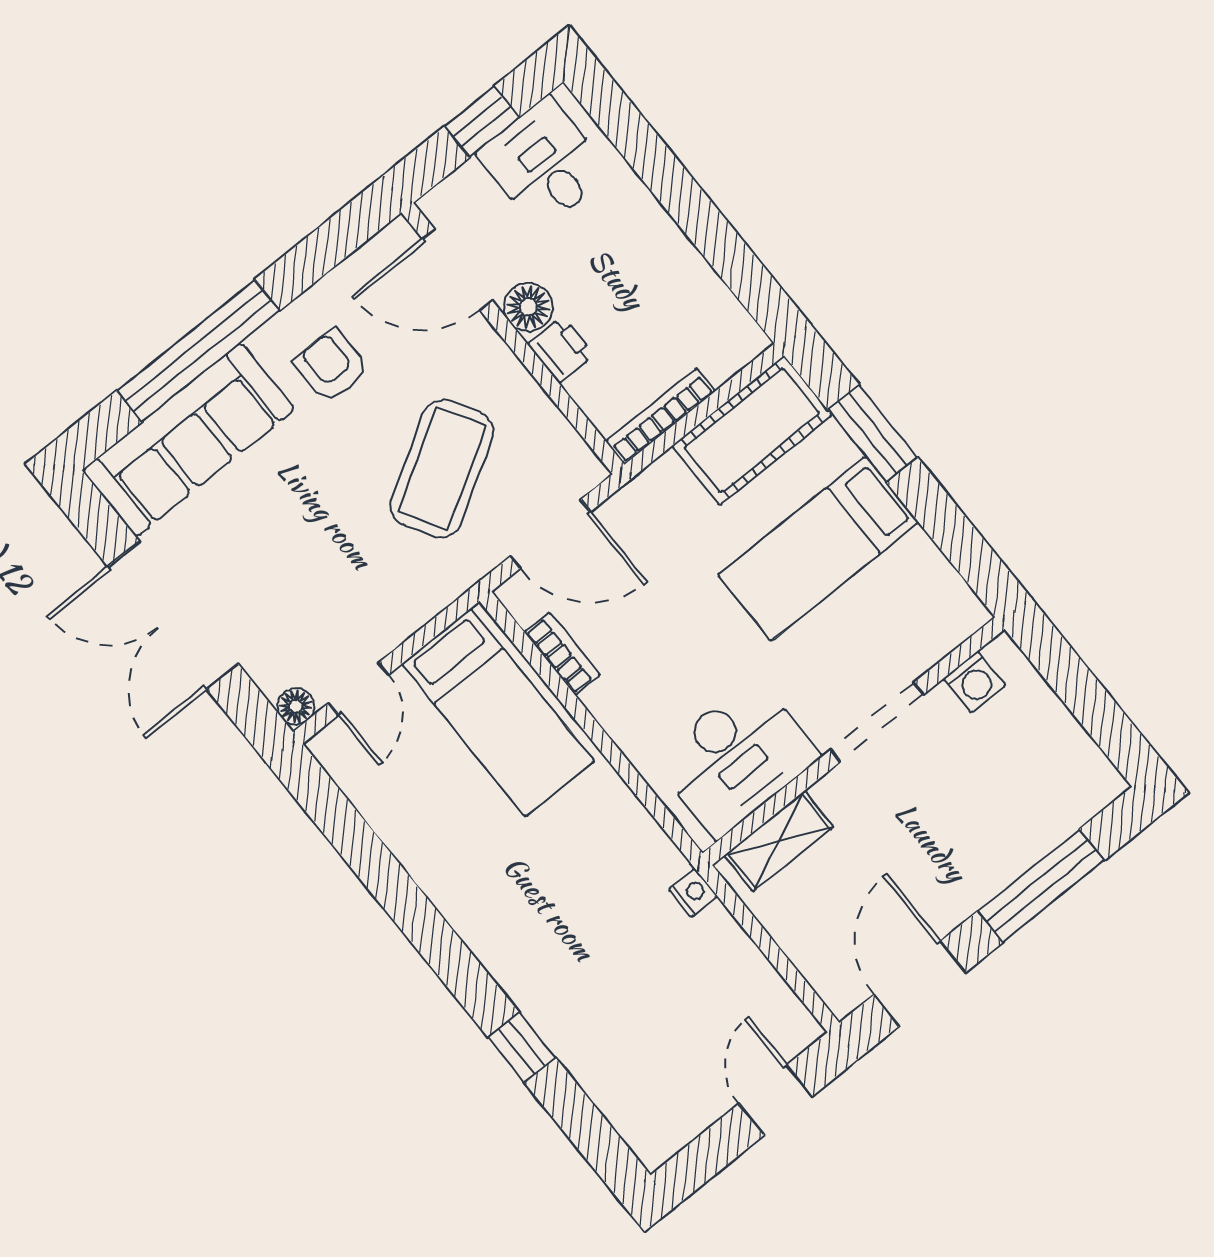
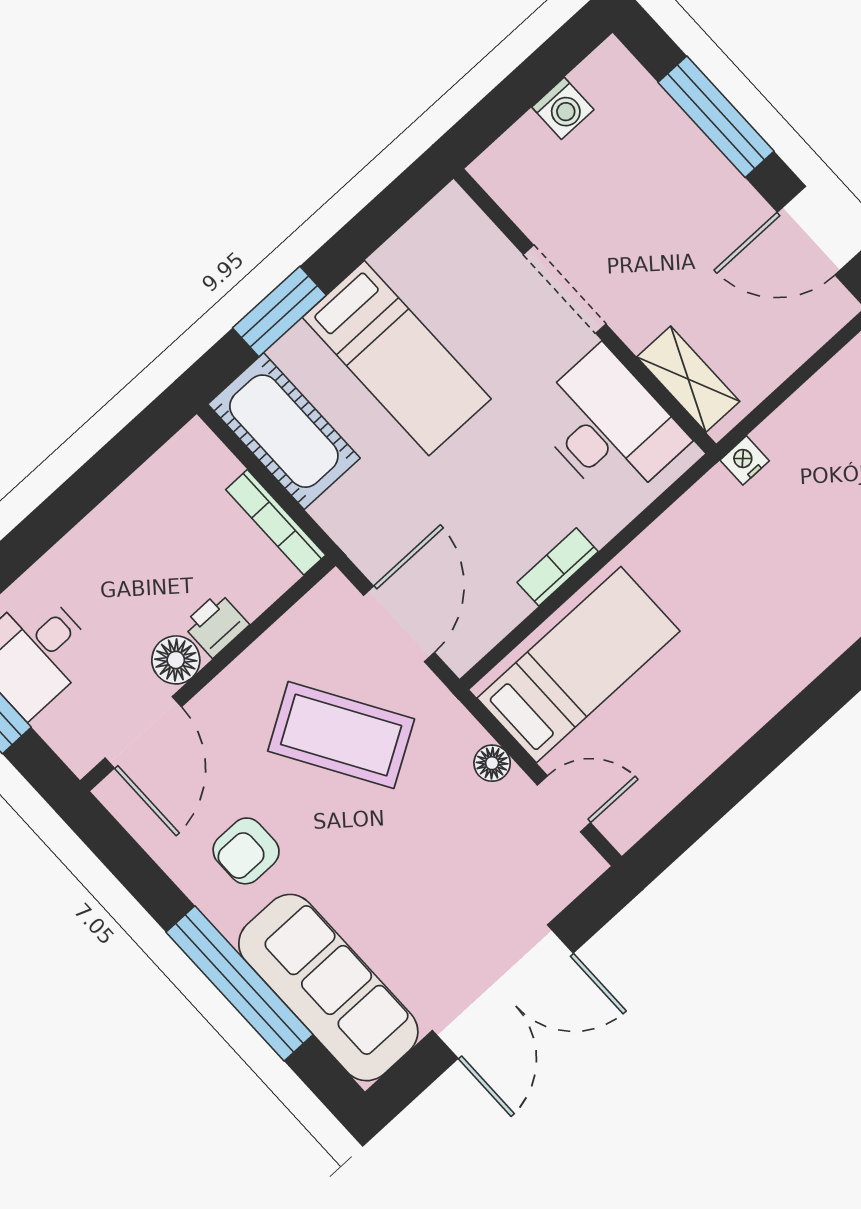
bookcase: (562, 654) -> (558, 567), moved
washing machine: (974, 682) -> (563, 108), moved, turned 90
floor lamp: (296, 707) -> (492, 763), moved

